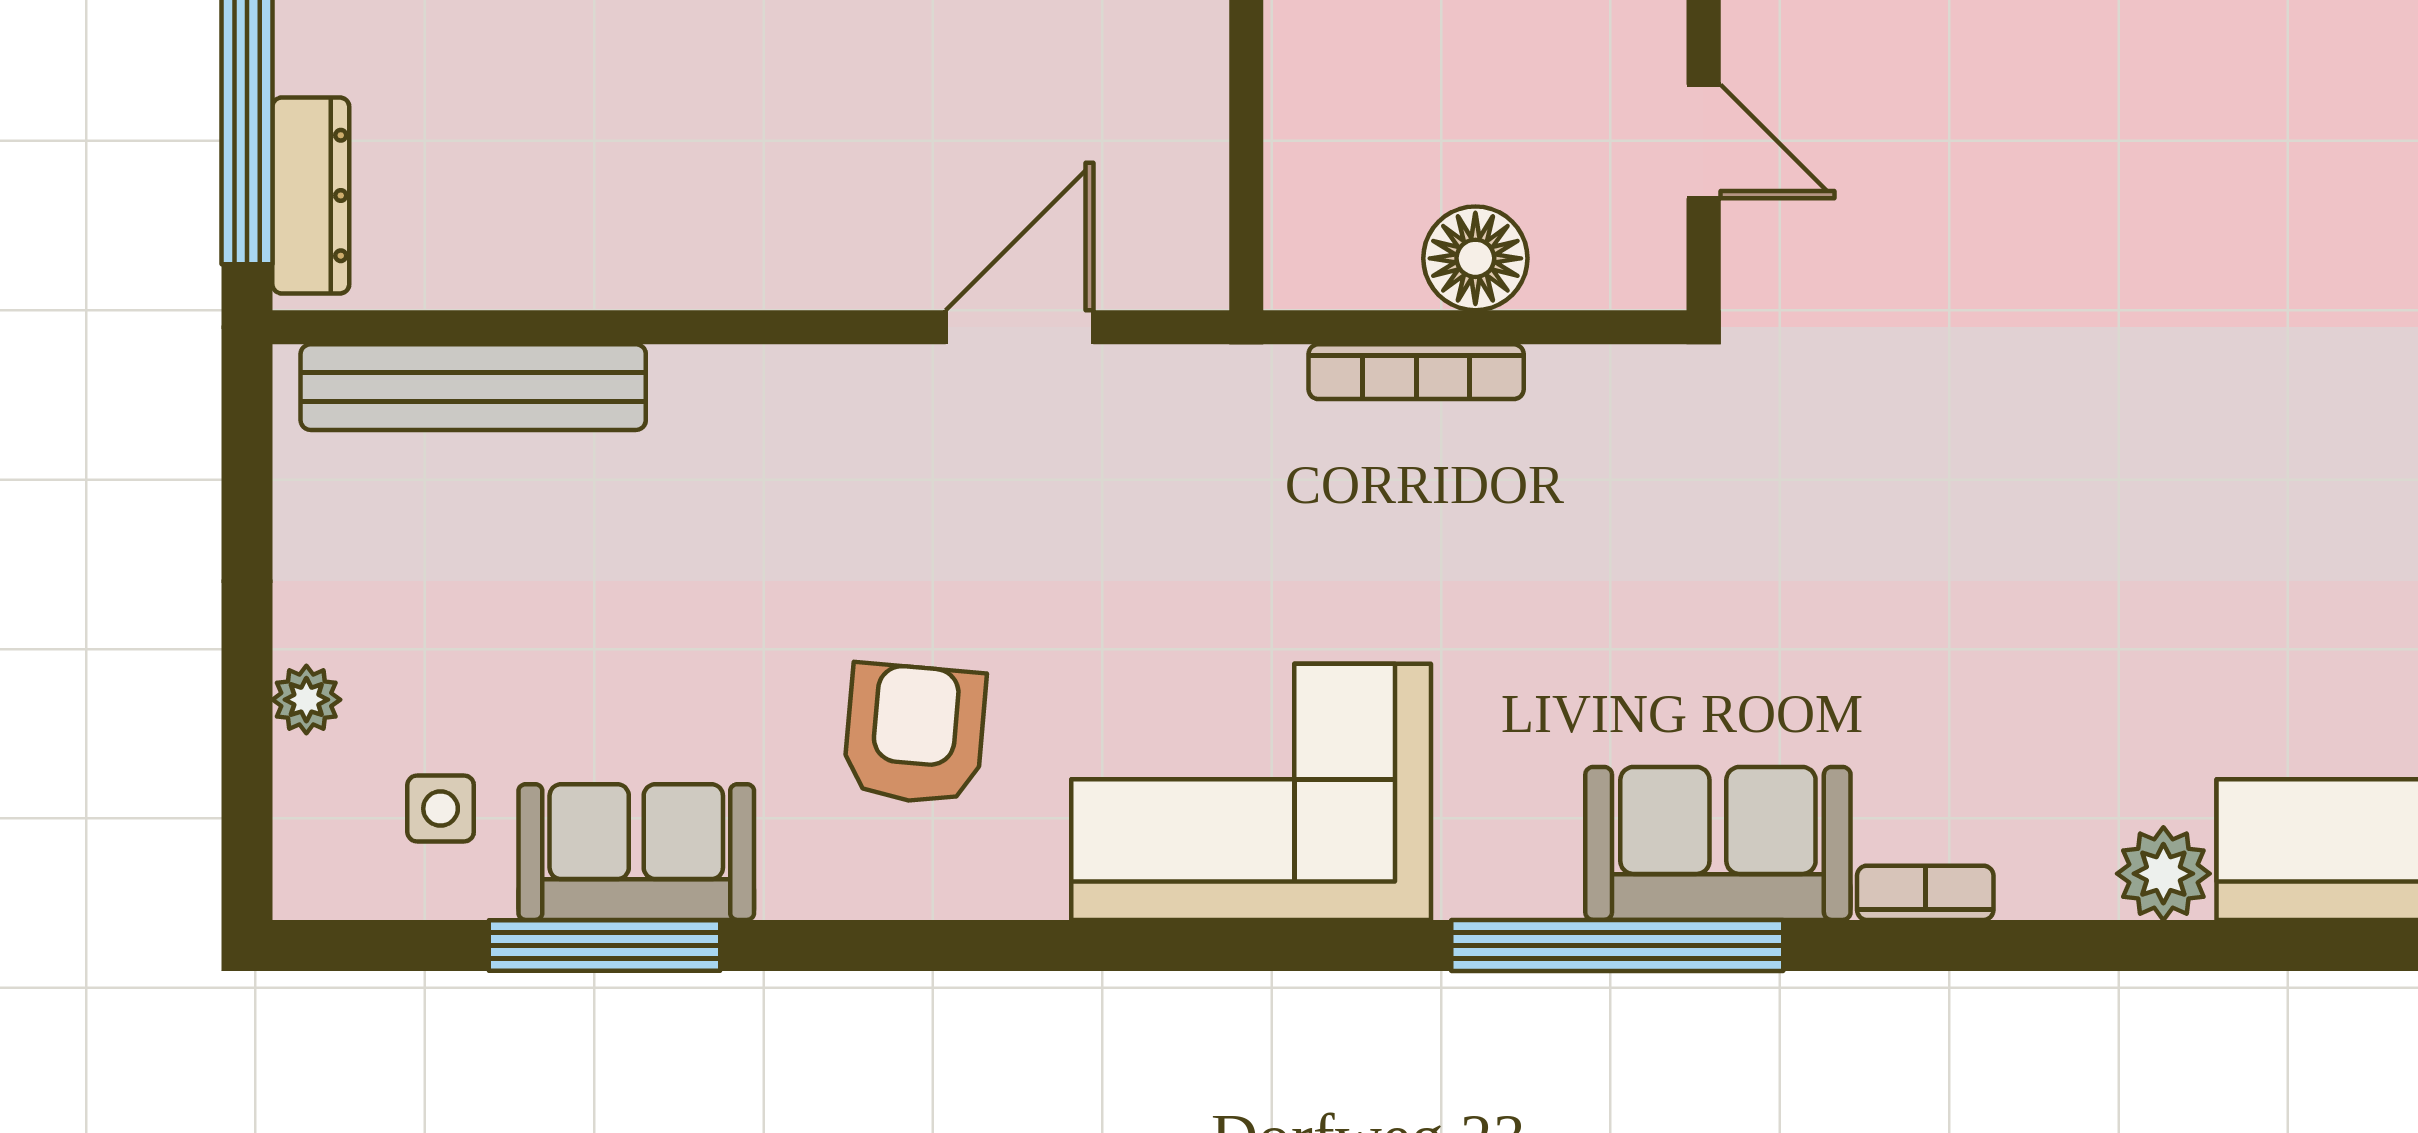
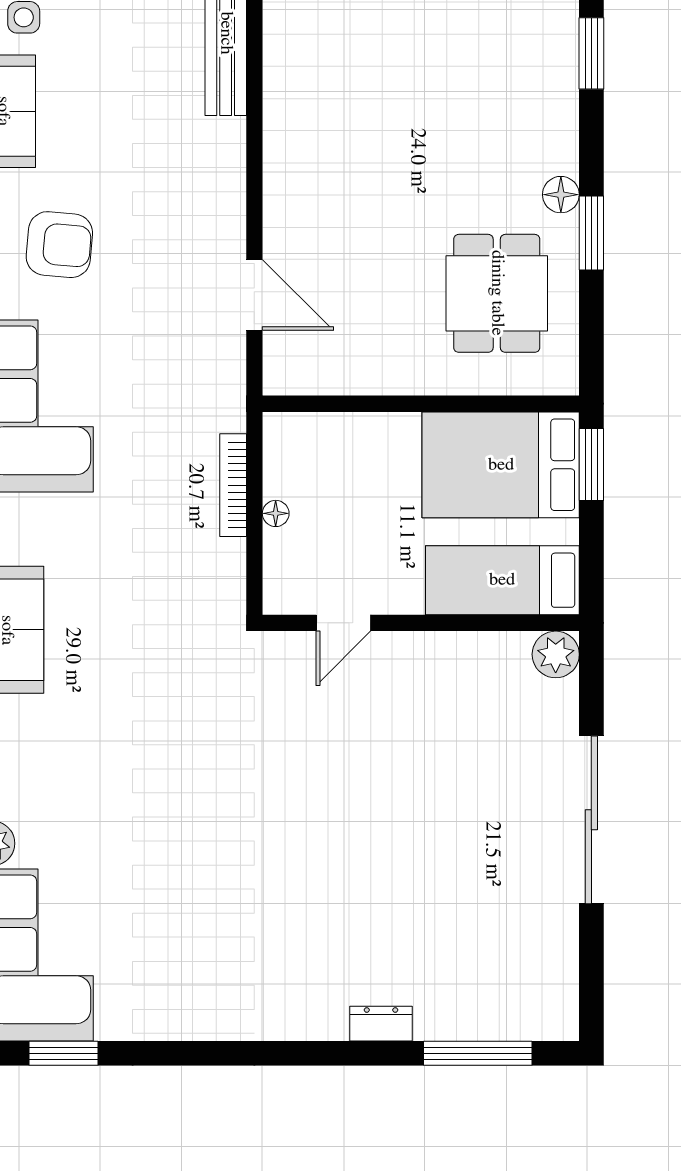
floor lamp: (1475, 258) -> (276, 513), width x0.53, depth x0.53

